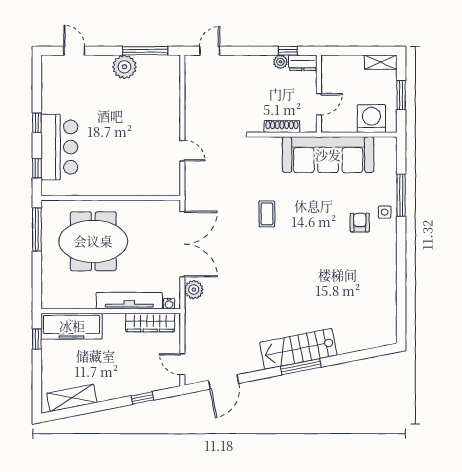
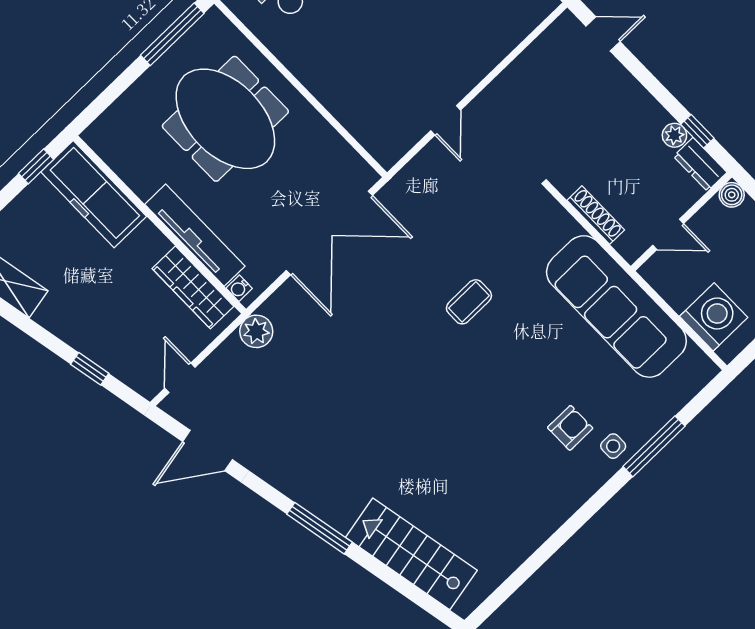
boiler: (328, 62) -> (732, 195), added
plant: (194, 290) -> (256, 331), moved
stairs: (298, 349) -> (411, 554), moved

